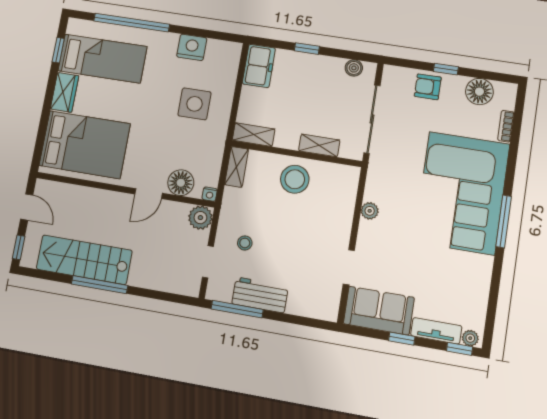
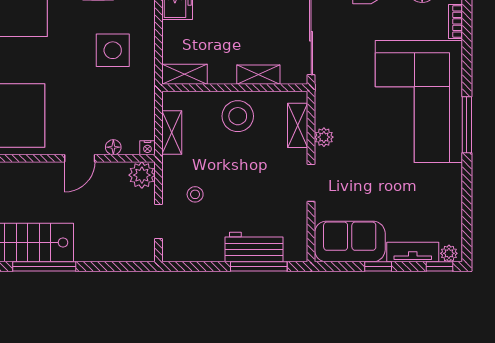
shelving: (237, 167) -> (172, 132), moved
floor lamp: (181, 183) -> (113, 147), width x0.53, depth x0.53
shelving: (347, 196) -> (298, 125), added
doorway: (349, 267) -> (311, 183), moved
workbench: (260, 295) -> (254, 247), moved
window: (237, 309) -> (259, 266), moved

